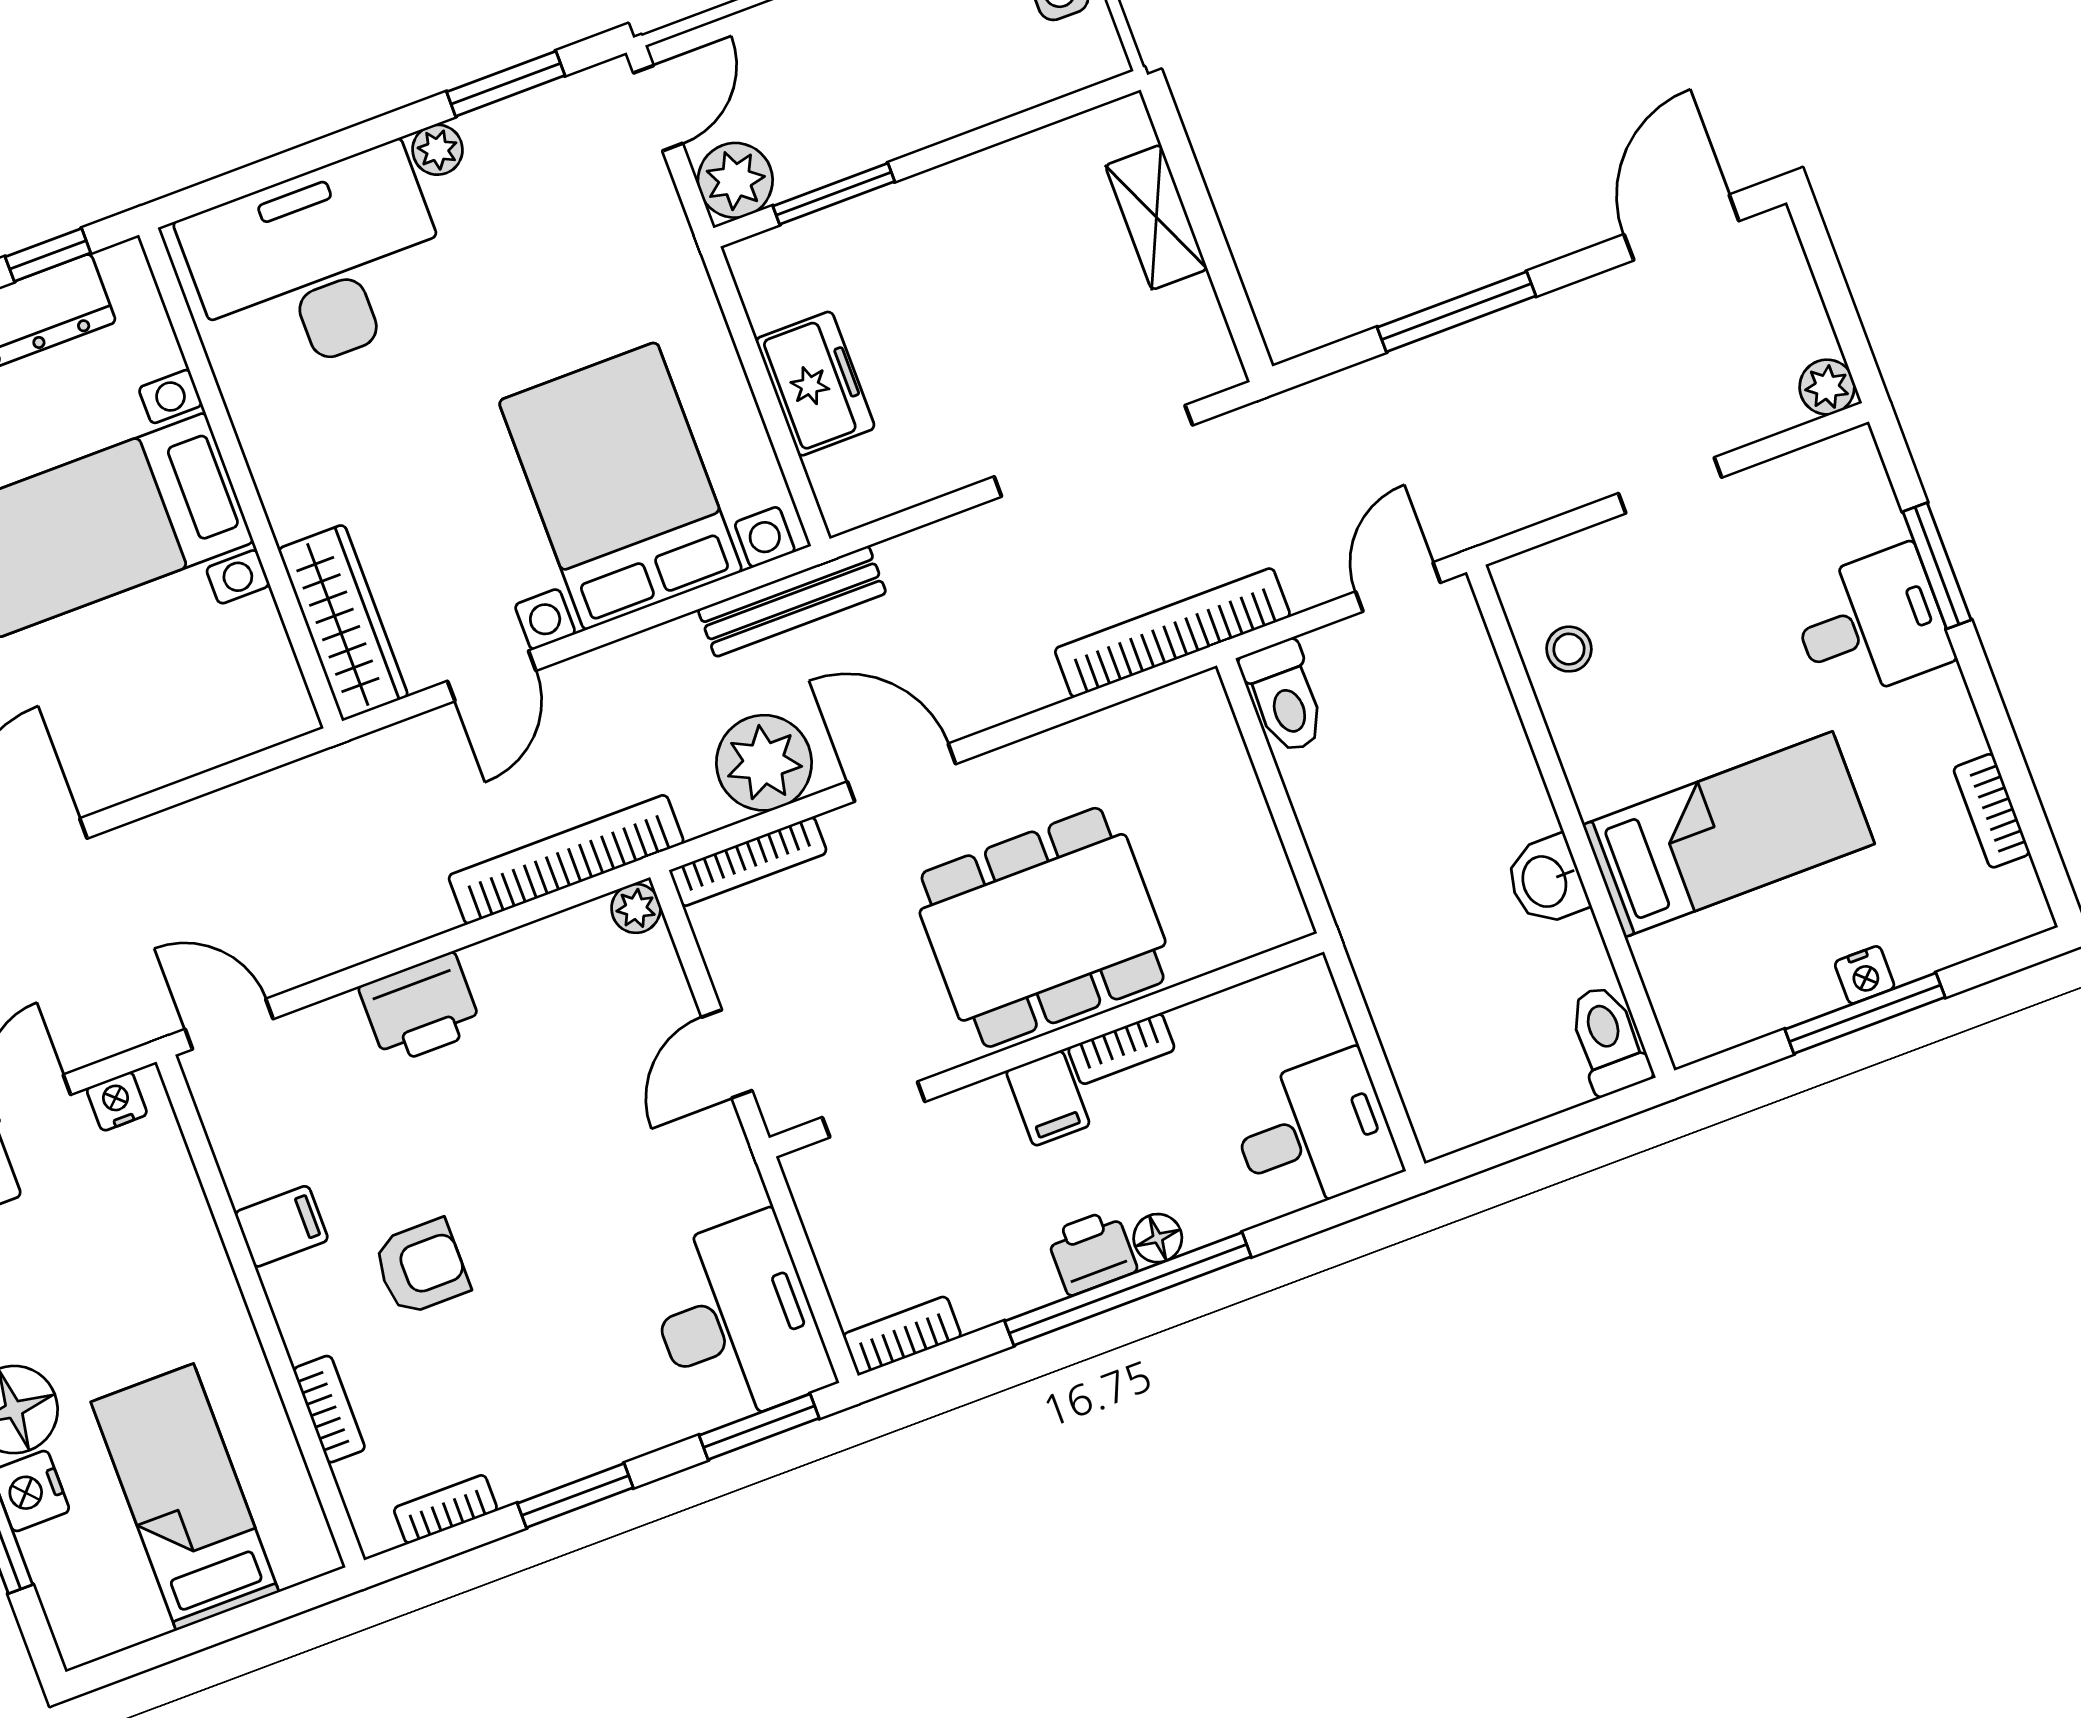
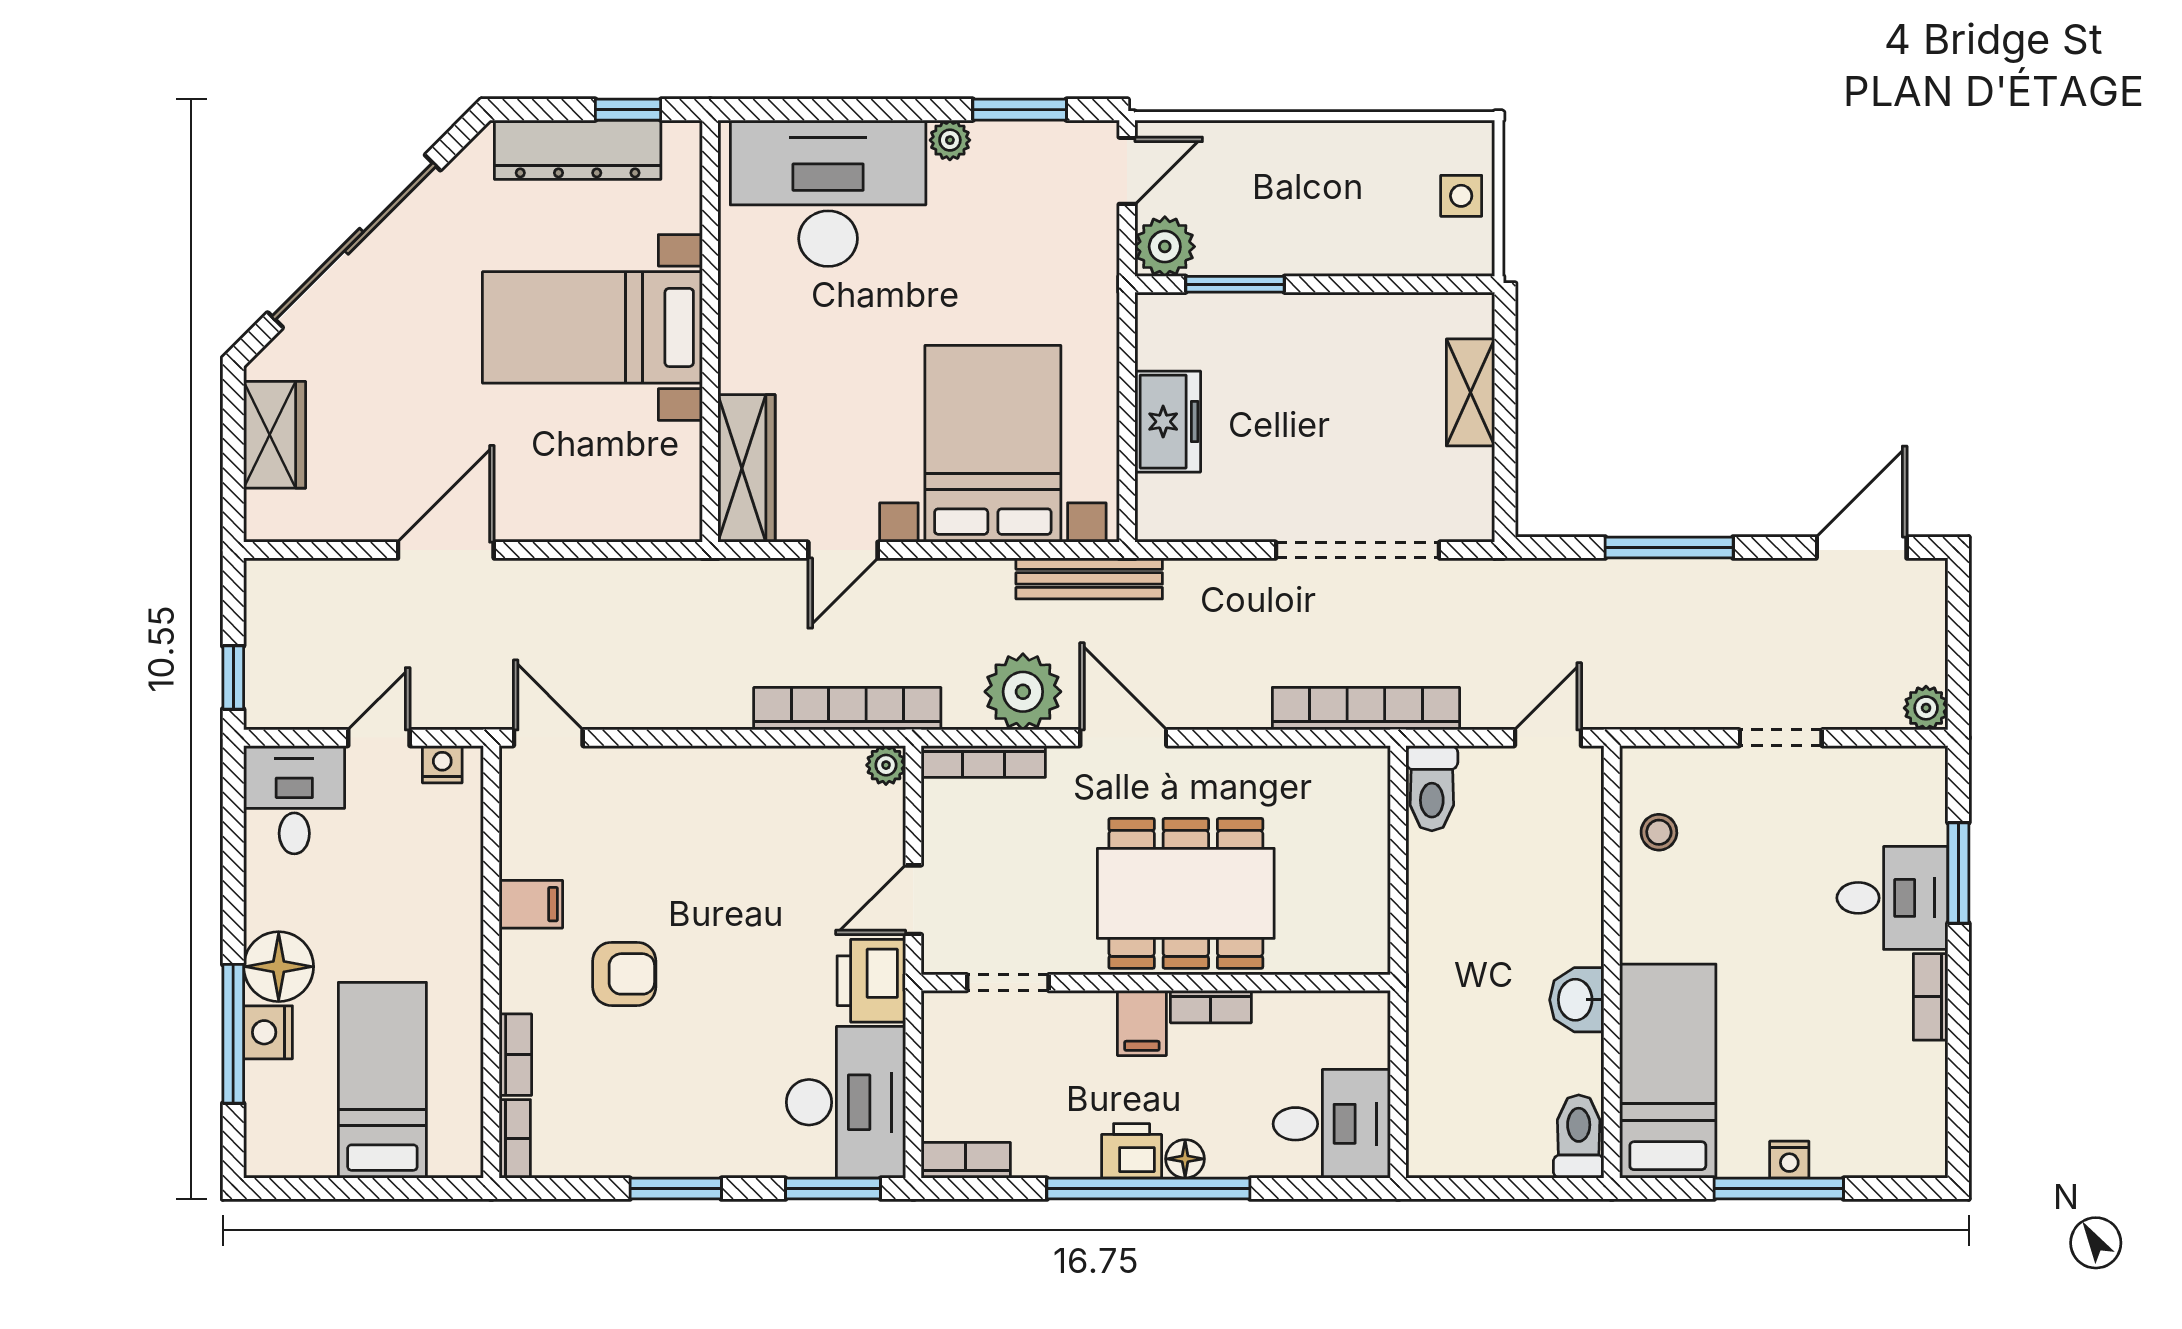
bookcase: (1992, 811) -> (1931, 997), moved
bed: (1729, 834) -> (1668, 1071), moved, turned -90
printer: (421, 1009) -> (871, 981), moved, turned 90
bookcase: (445, 1509) -> (515, 1139), moved, turned 90

